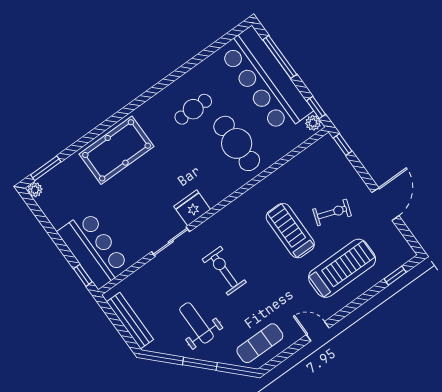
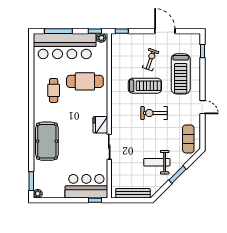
treadmill: (290, 231) -> (145, 86), turned 180
treadmill: (342, 268) -> (181, 74), turned 180
exercise bike: (224, 271) -> (154, 113), moved
door: (318, 331) -> (202, 107), swing flipped

